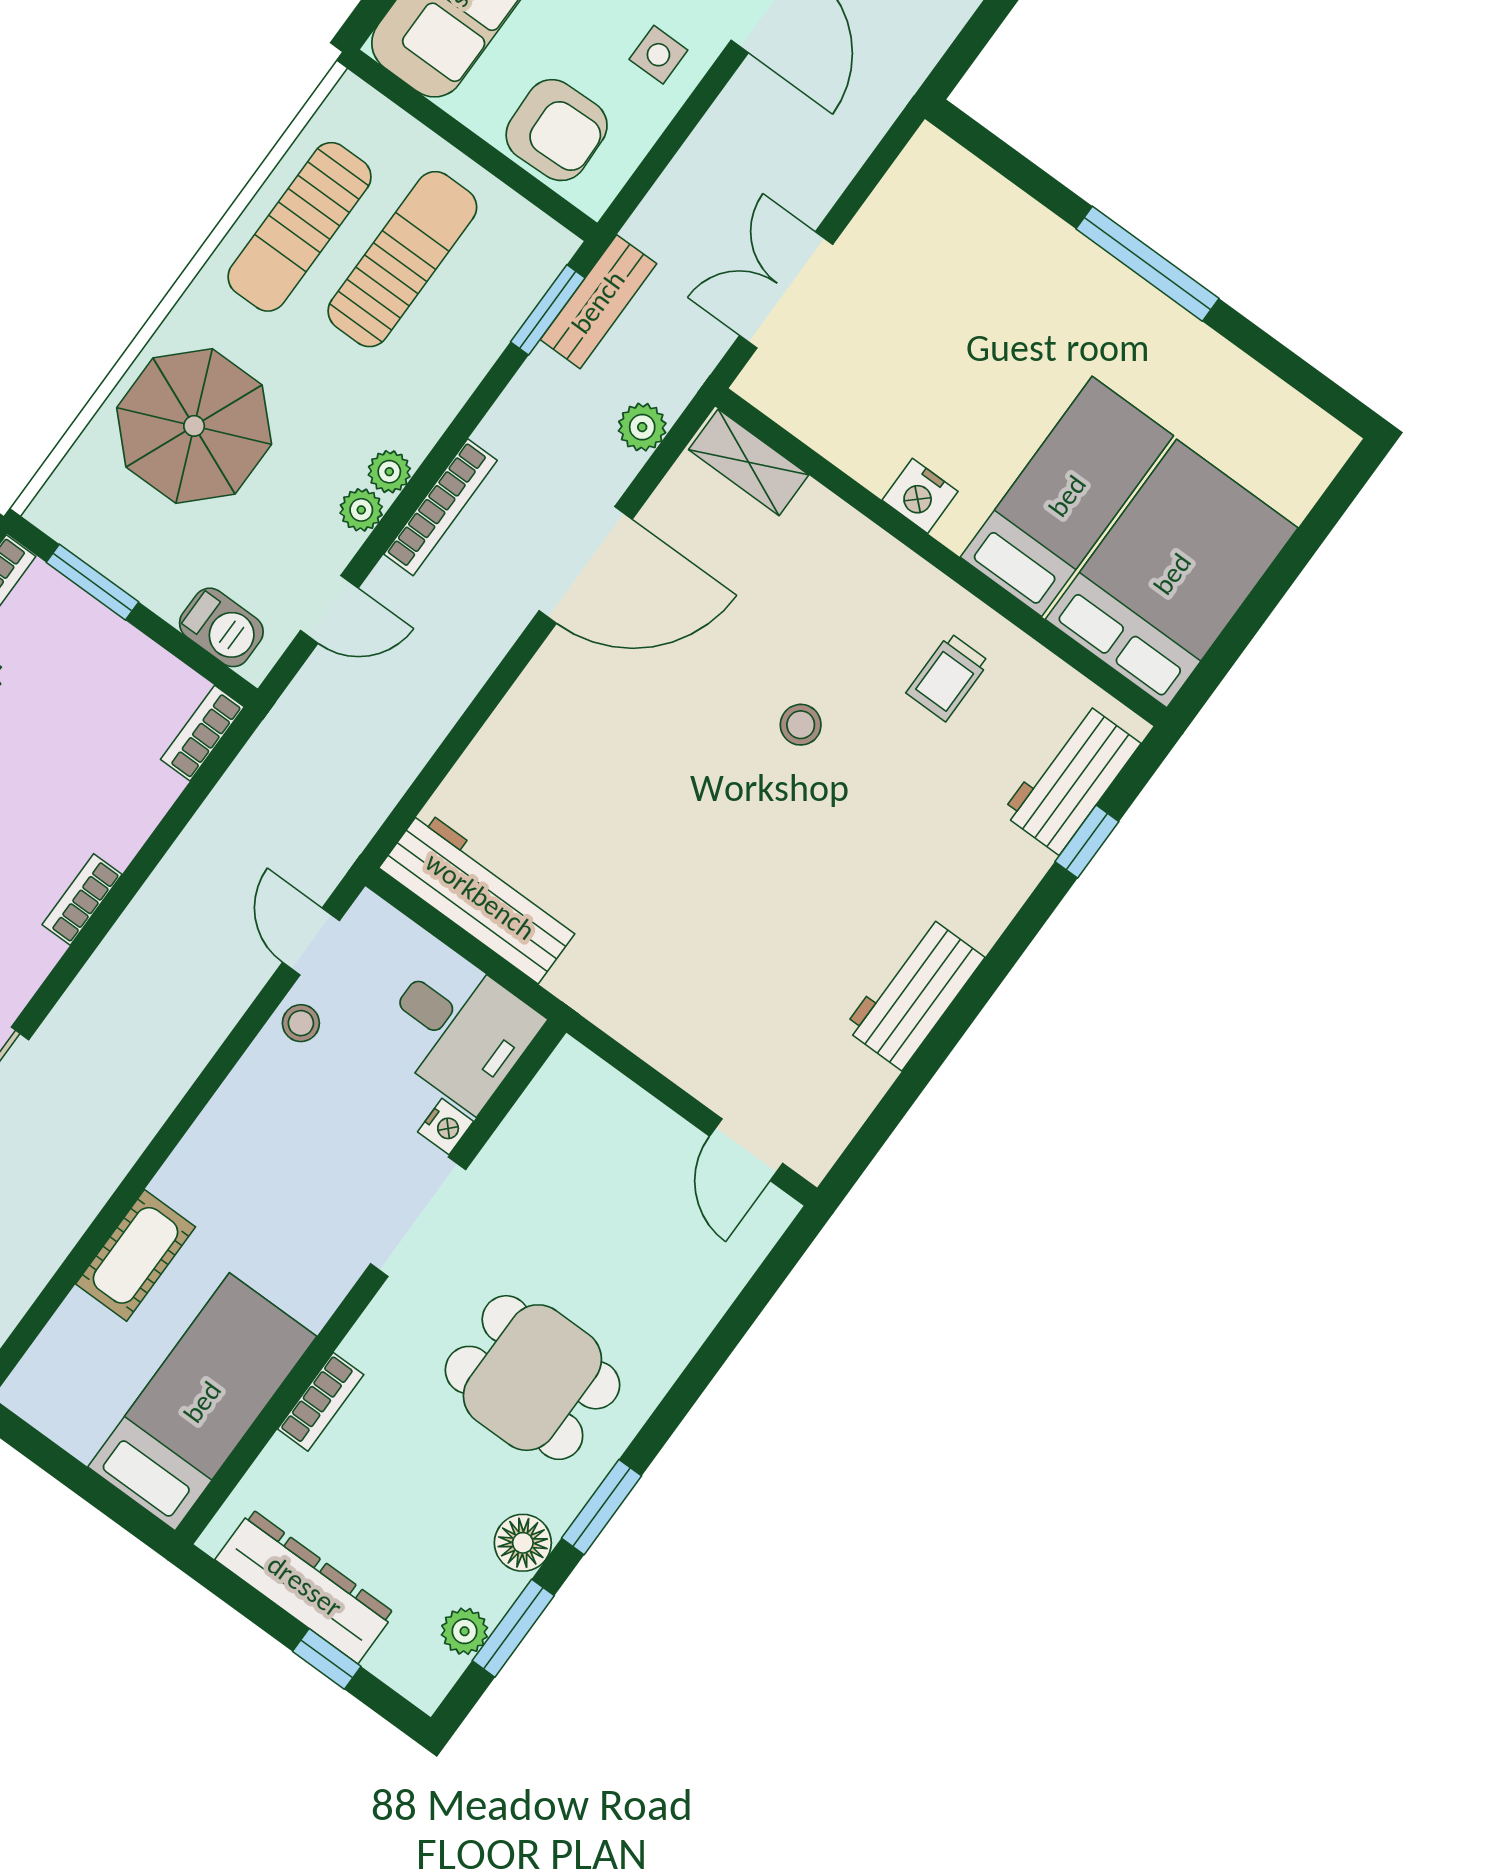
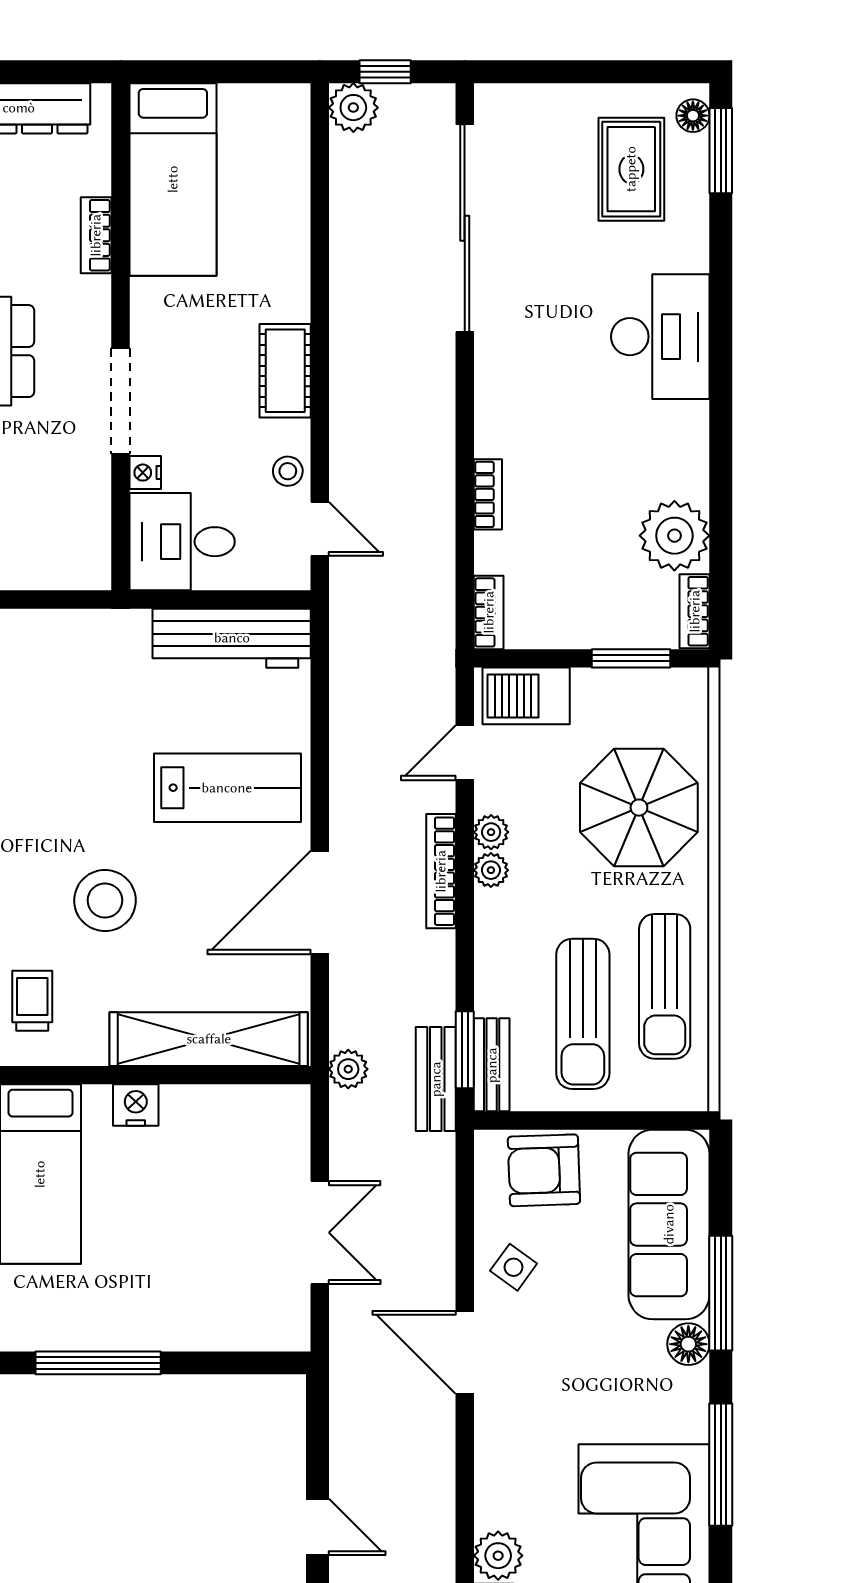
side table: (658, 55) -> (514, 1267), turned 36
sun lounger: (300, 227) -> (665, 986), turned 180
bench: (532, 275) -> (492, 1065), added
double door: (786, 290) -> (320, 1233), moved
plant: (642, 427) -> (348, 1069), moved
shelving: (749, 462) -> (209, 1039), width x2.20, depth x1.33
barbecue: (221, 627) -> (526, 696), width x1.38, depth x1.27
stool: (801, 725) -> (105, 901), width x1.89, depth x1.89
lab bench: (594, 748) -> (227, 788), added
bookcase: (82, 899) -> (488, 494), moved
cot: (135, 1255) -> (285, 371), moved

